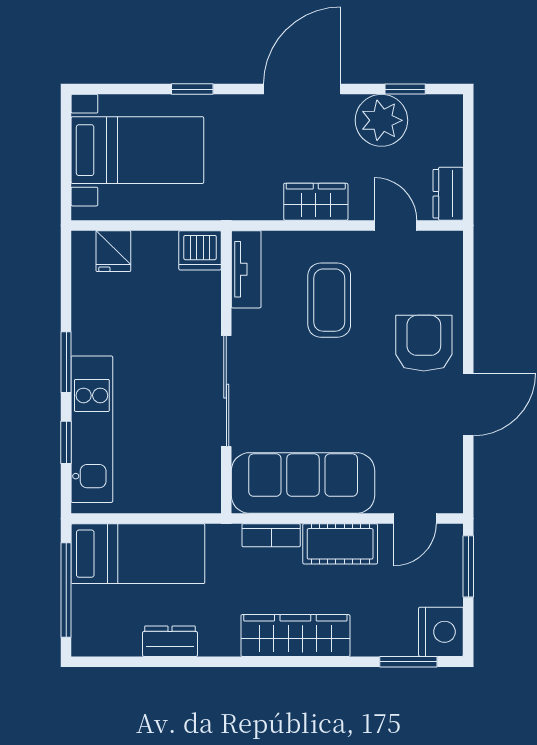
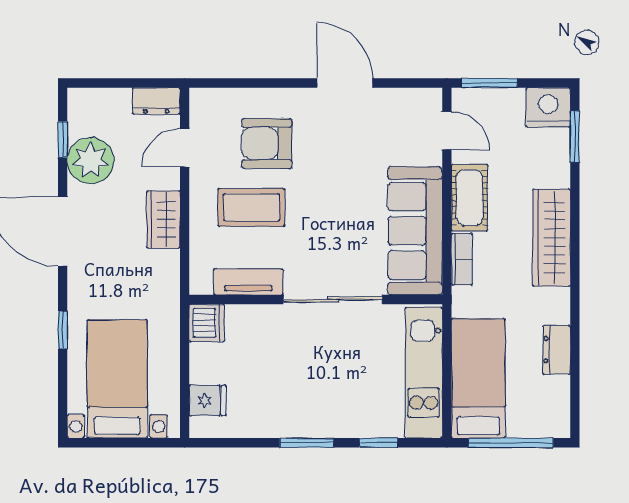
tv unit: (246, 269) -> (248, 282), moved
armchair: (424, 343) -> (267, 143), moved
kitchen unit: (92, 429) -> (424, 373), moved, turned -90

